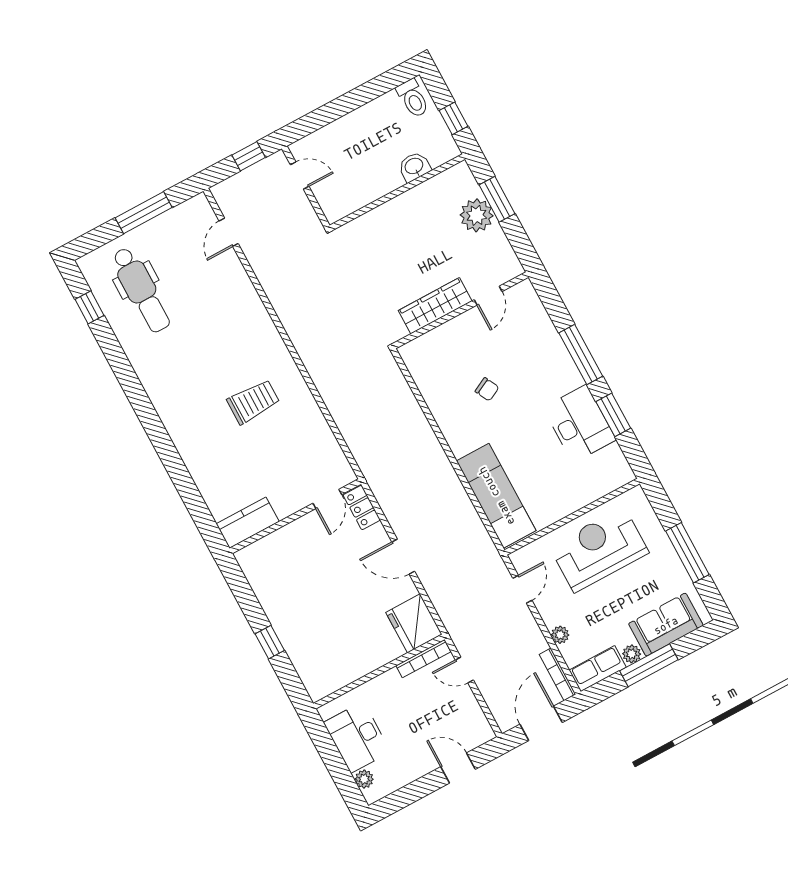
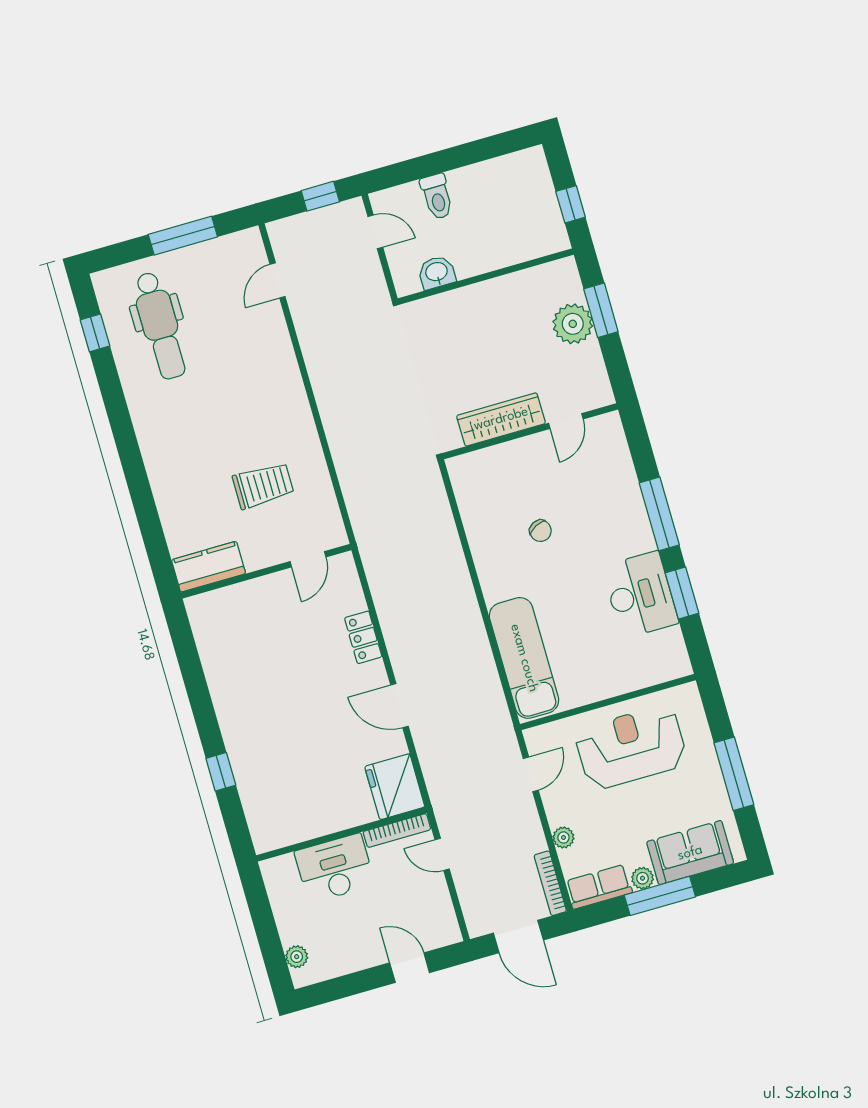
toilet: (413, 98) -> (437, 197), moved
washbasin: (414, 167) -> (437, 272), moved
door: (327, 499) -> (308, 559), moved
wall: (295, 516) -> (266, 571), moved
kitchen counter: (248, 523) -> (209, 567), moved
door: (541, 723) -> (518, 937), swing flipped
desk: (357, 737) -> (335, 868), moved, turned 90

